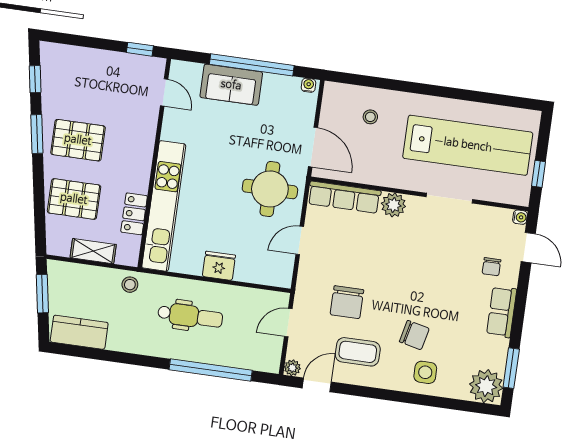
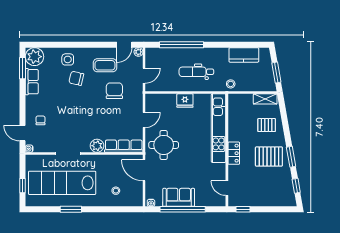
sofa: (231, 85) -> (179, 197), moved
window: (458, 94) -> (71, 209), added
window: (538, 174) -> (22, 186), moved
pallet: (74, 199) -> (267, 125), width x0.67, depth x0.71
locker: (134, 214) -> (234, 153), moved
shelving: (93, 251) -> (265, 99), moved
row of seats: (502, 312) -> (32, 82), moved
kitchen counter: (79, 332) -> (244, 55), moved

